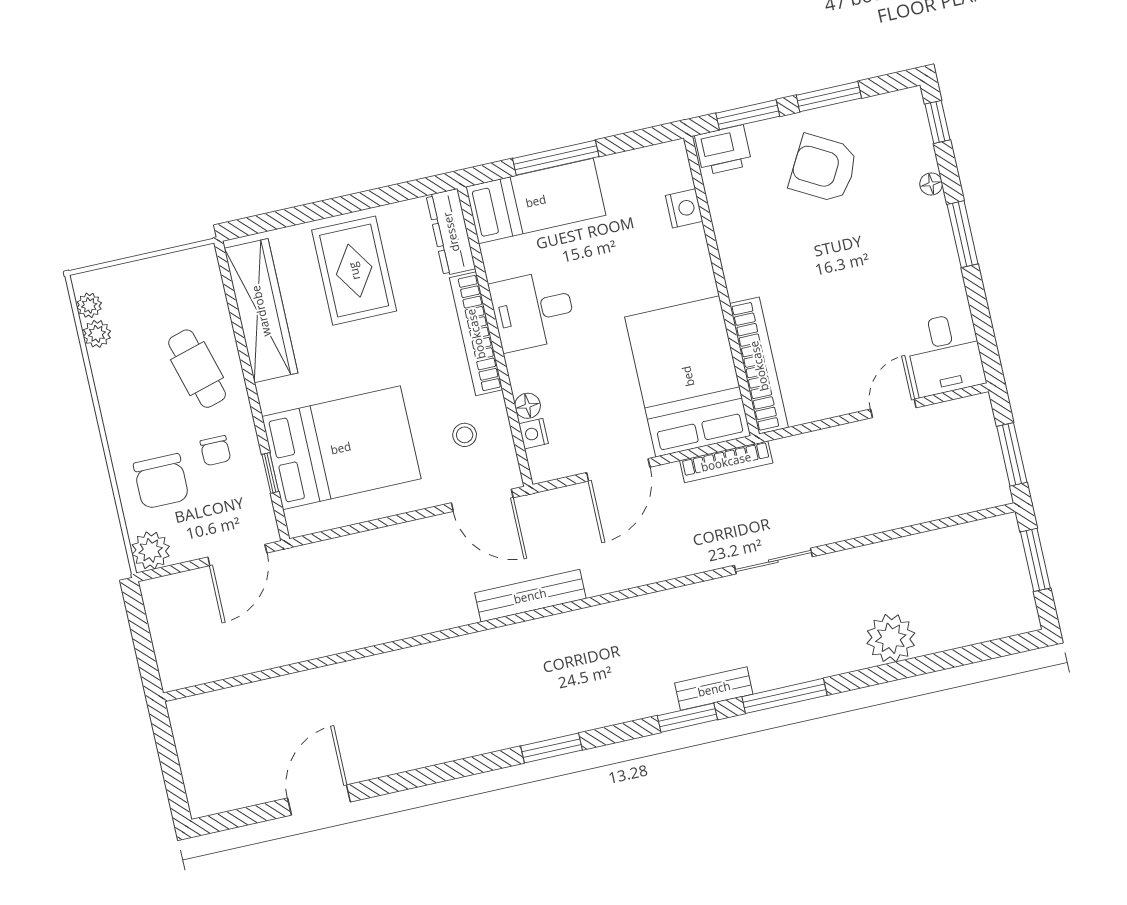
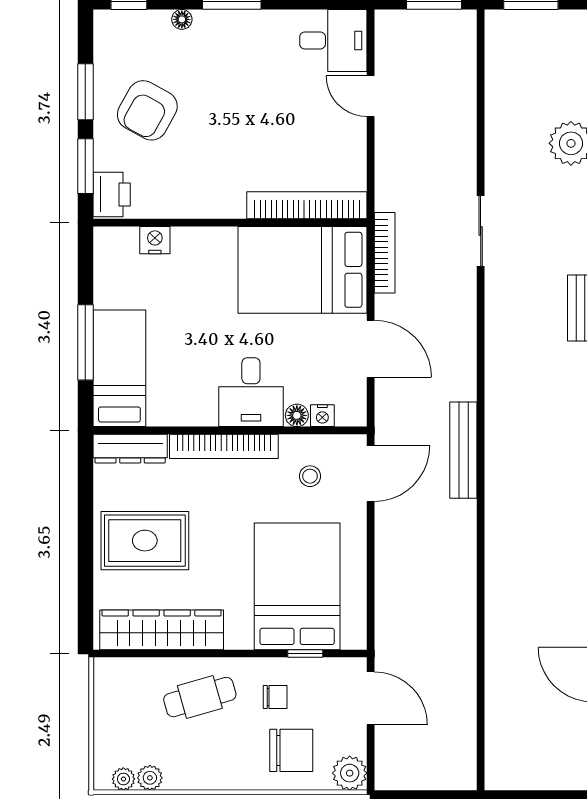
desk: (533, 311) -> (251, 392), moved

